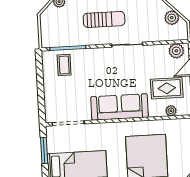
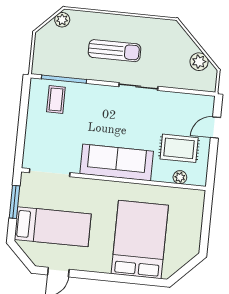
plant: (176, 51) -> (198, 104), removed

